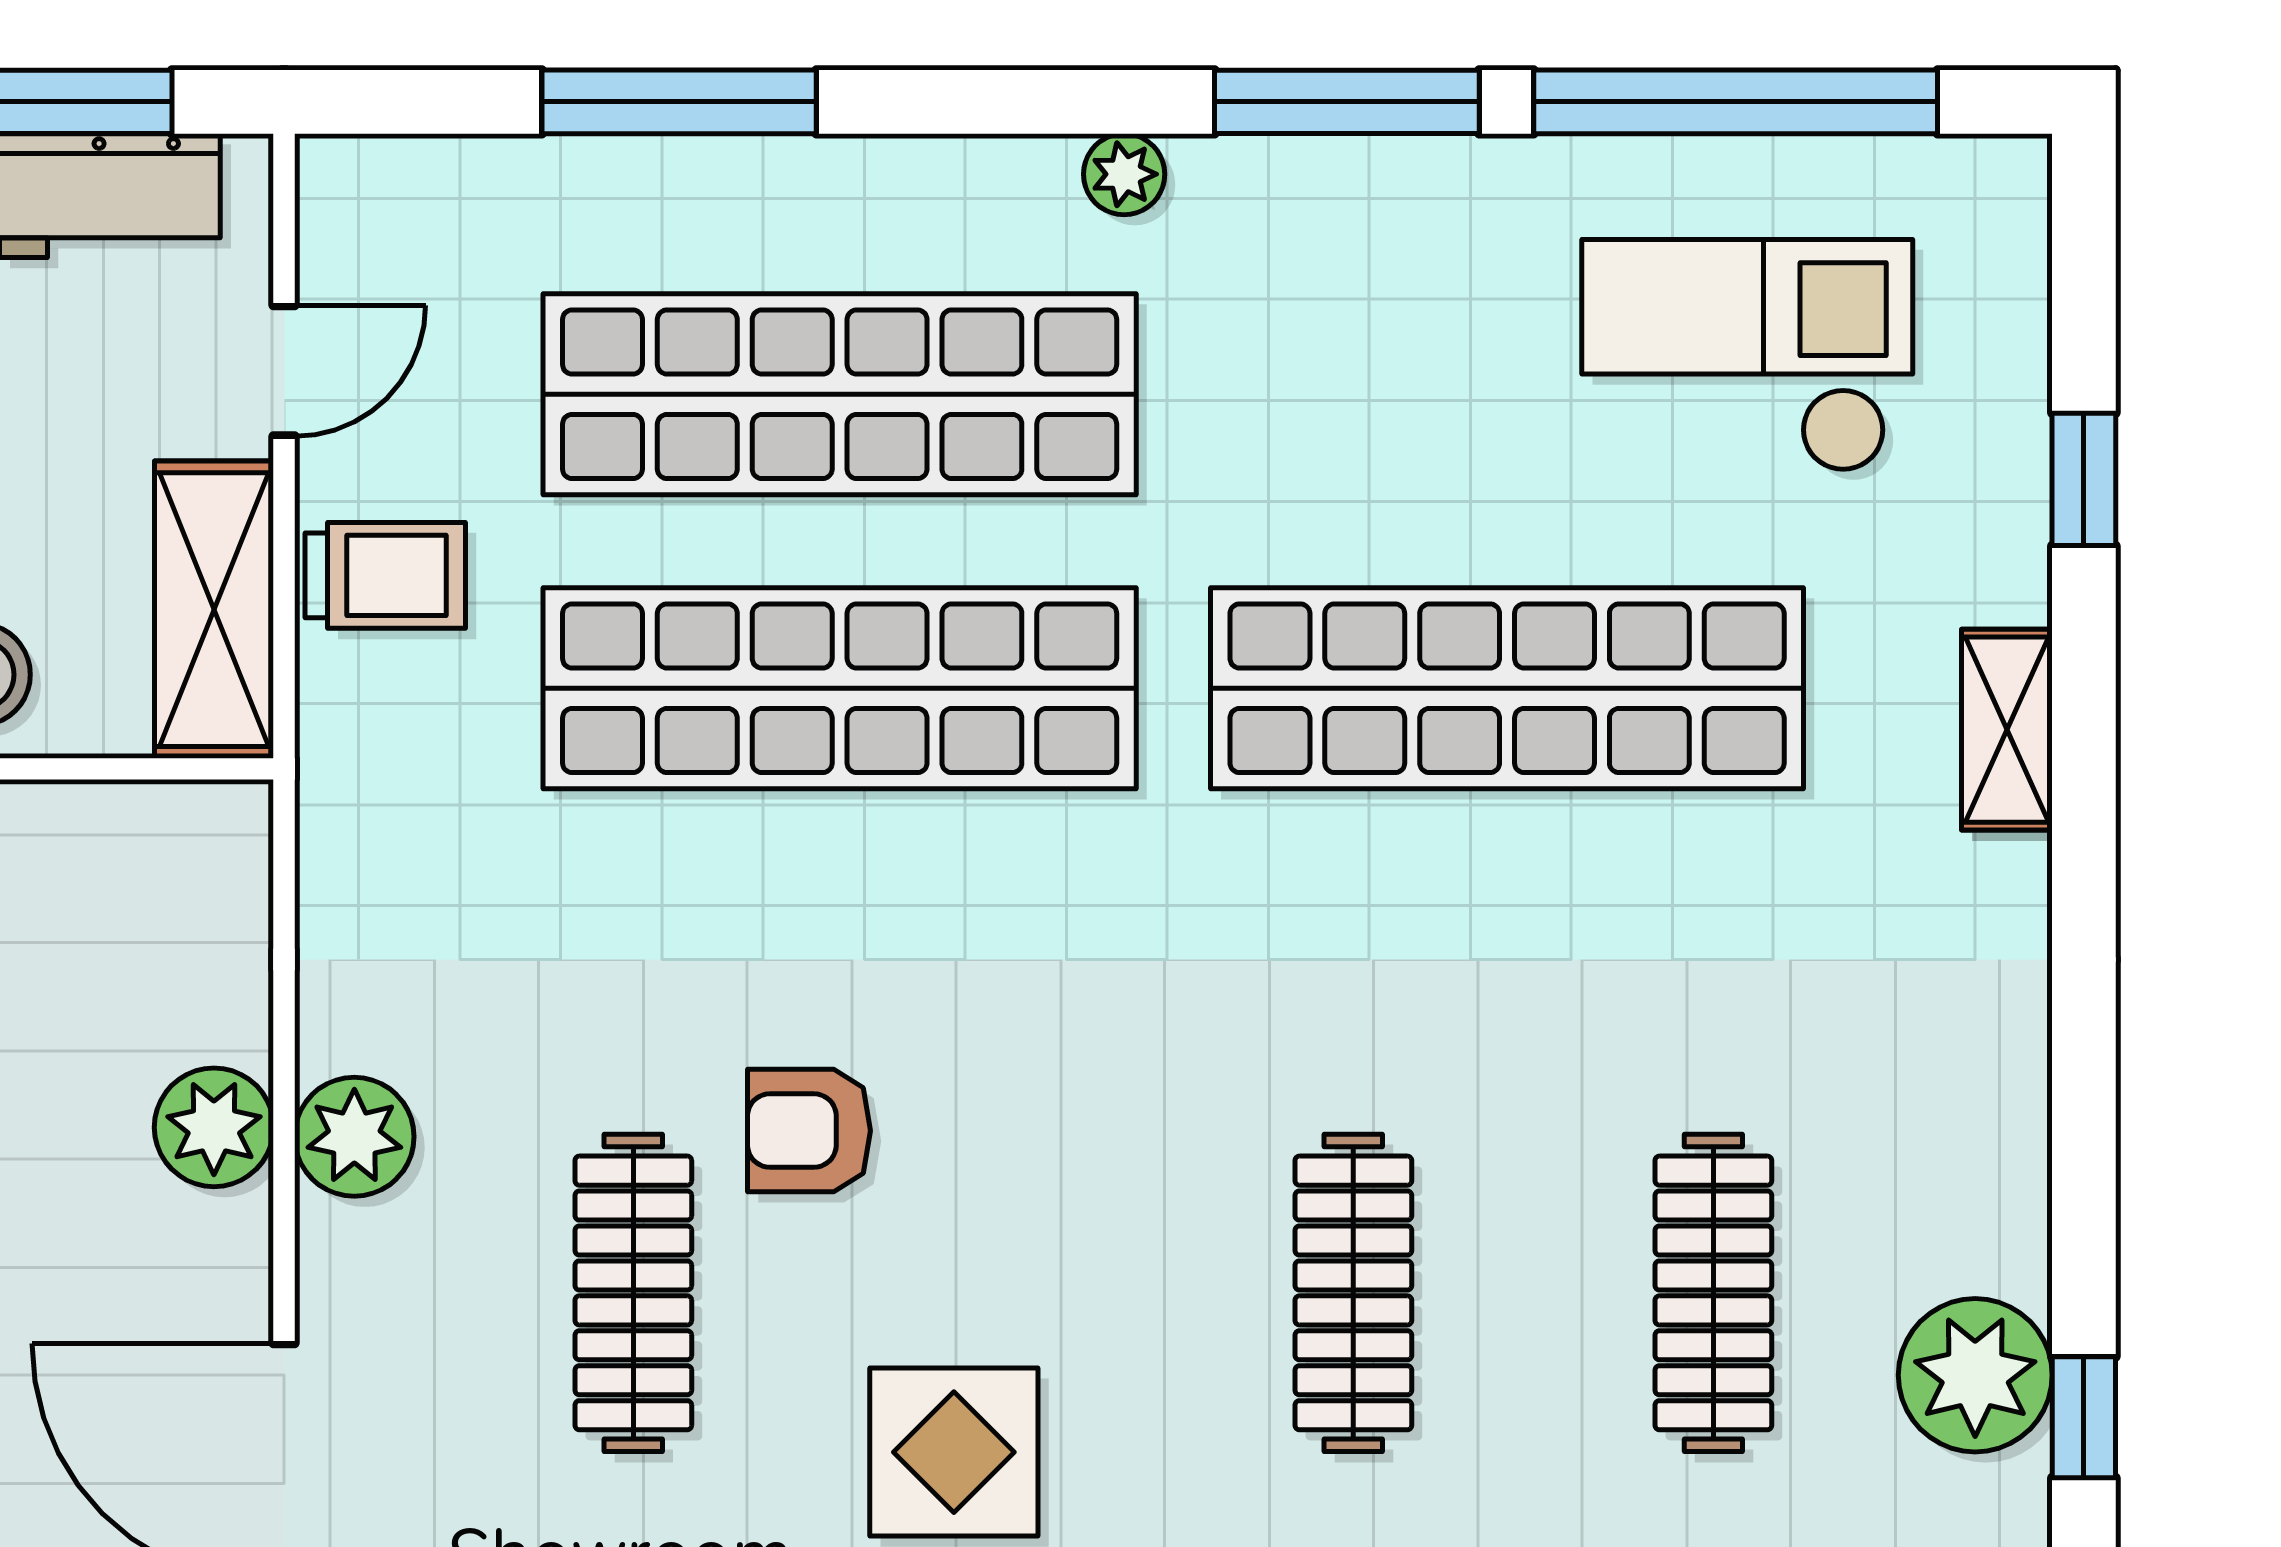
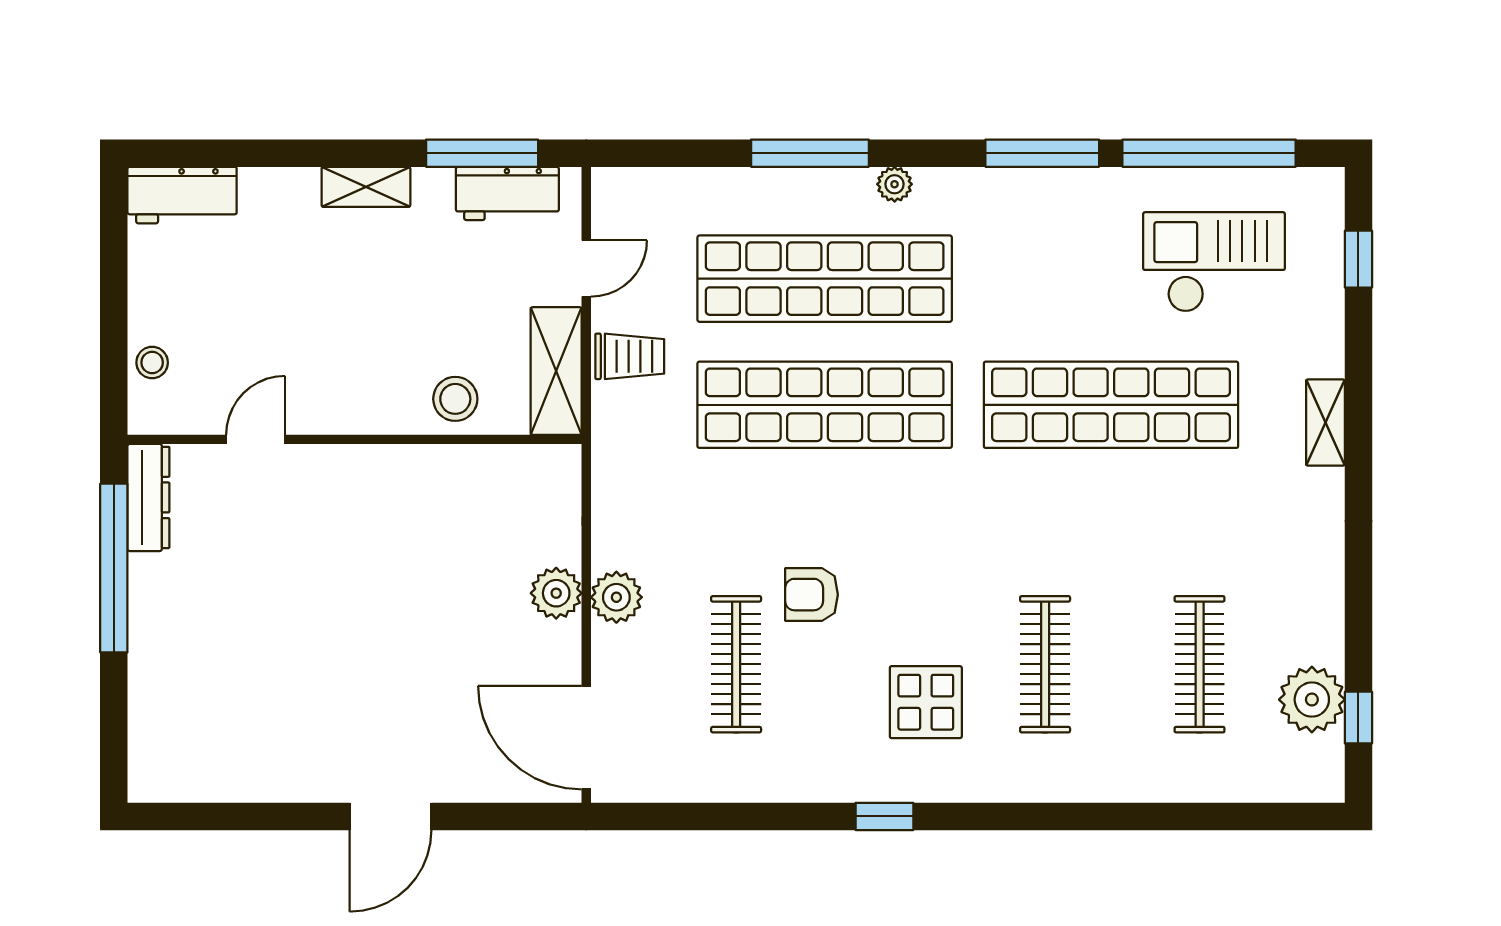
window: (679, 102) -> (810, 153), moved
plant: (1124, 174) -> (895, 184), moved
window: (2084, 479) -> (1358, 259), moved
display table: (954, 1452) -> (926, 702), moved

